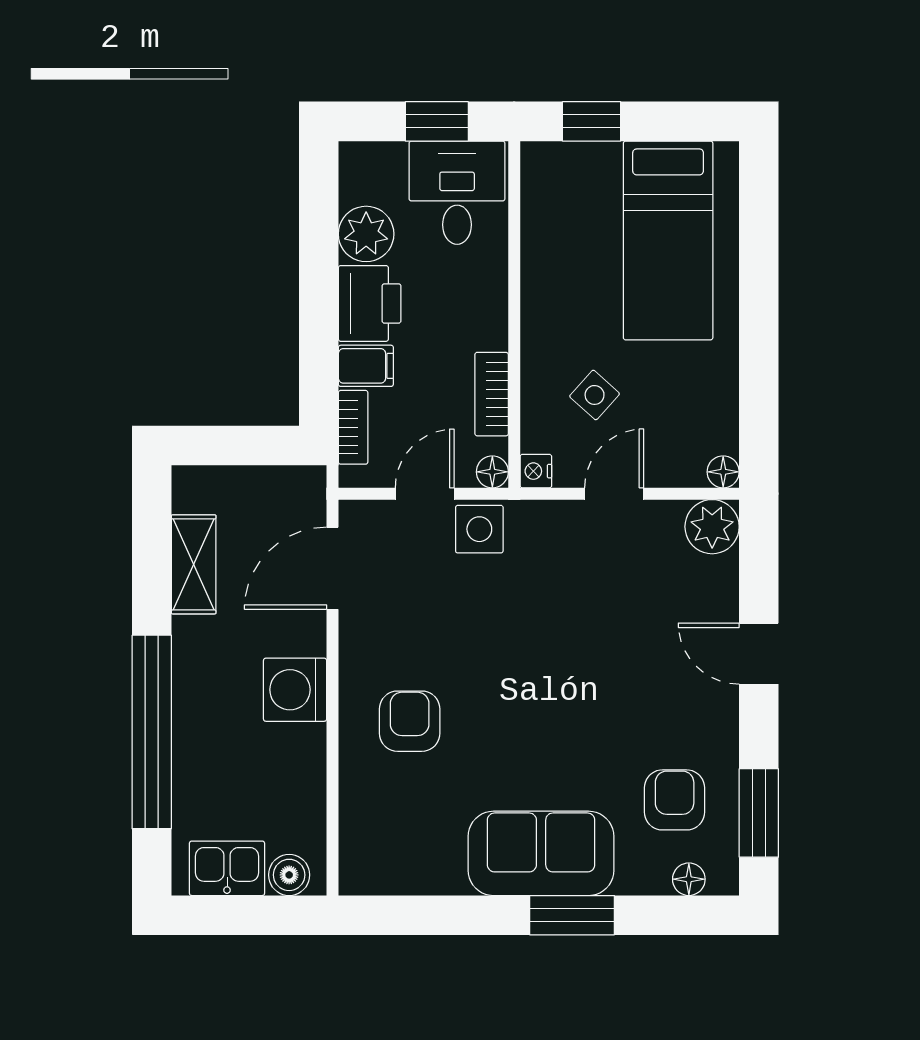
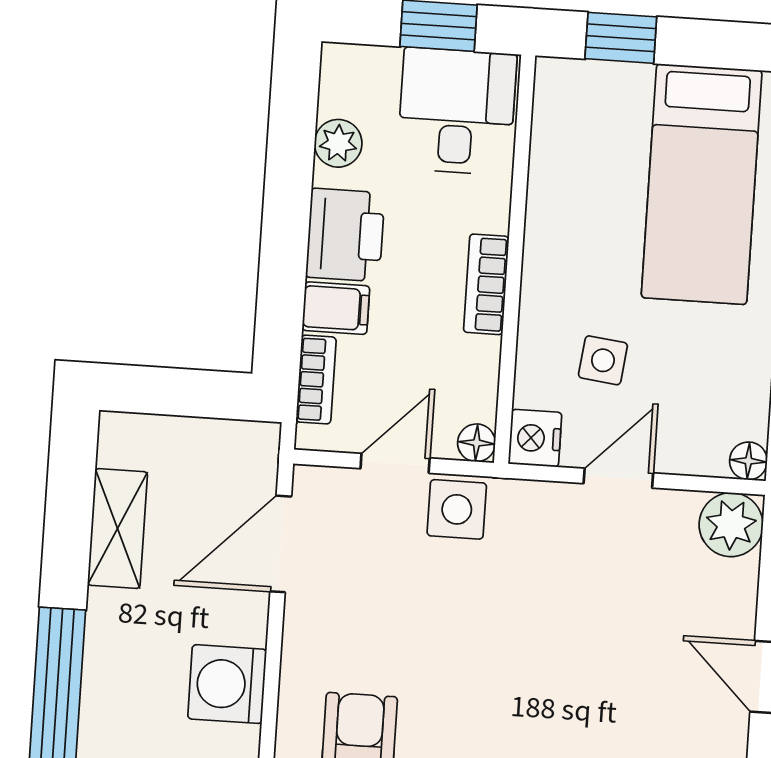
plant: (366, 234) -> (338, 143), width x0.73, depth x0.73
bookcase: (492, 394) -> (486, 284), moved
side table: (595, 395) -> (603, 360), turned -35
nightstand: (536, 471) -> (535, 438), width x1.39, depth x1.35

